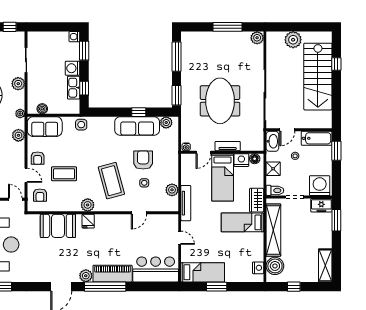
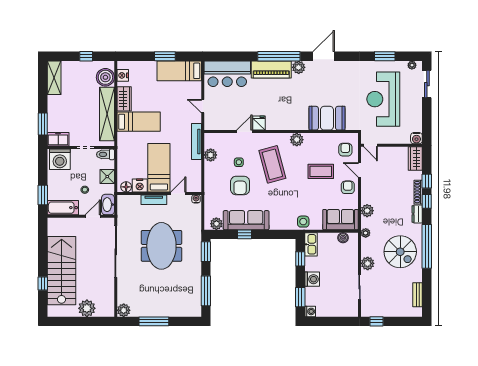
kitchen sink: (74, 88) -> (311, 244), moved
wardrobe: (257, 200) -> (124, 99), moved
fridge: (88, 221) -> (259, 123), moved

